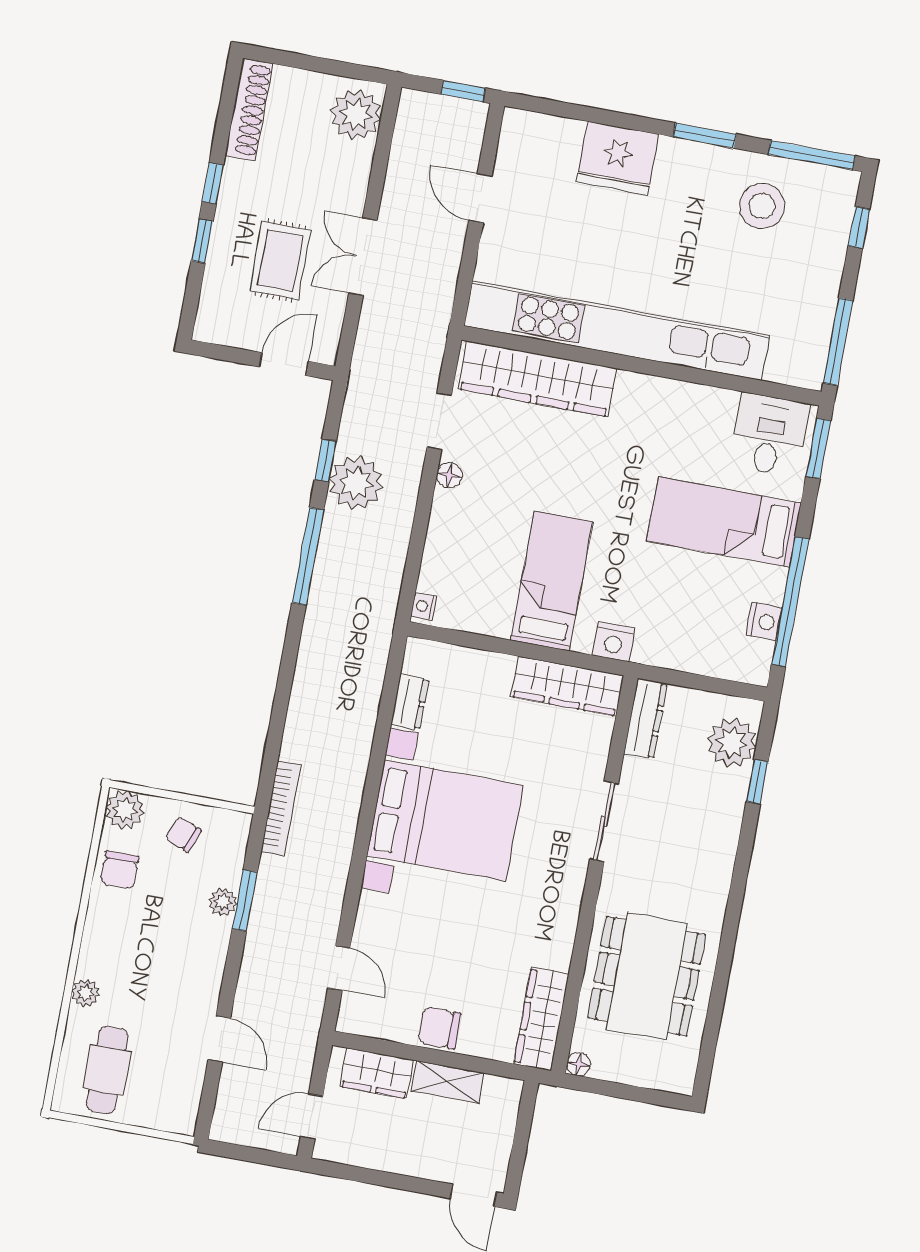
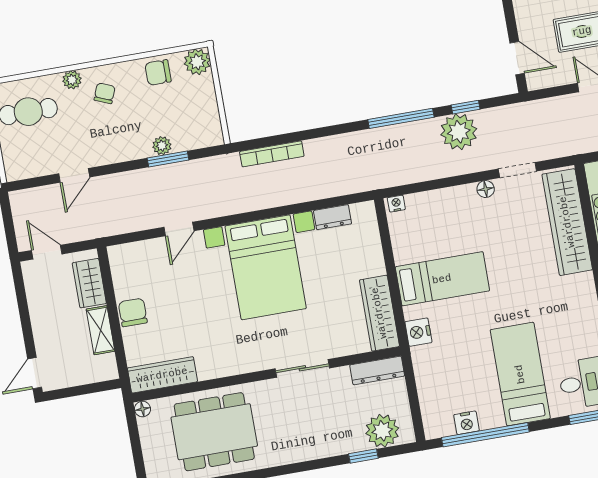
bookcase: (281, 808) -> (272, 154), moved
chair: (183, 834) -> (105, 93), moved
door: (339, 968) -> (179, 229), moved

